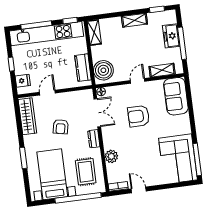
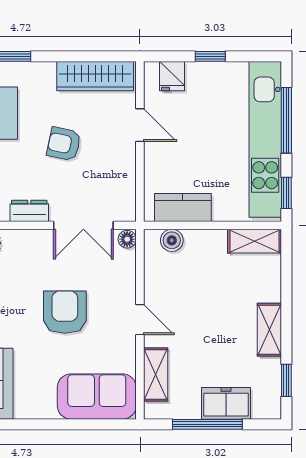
boiler: (103, 70) -> (172, 240), width x0.54, depth x0.54

